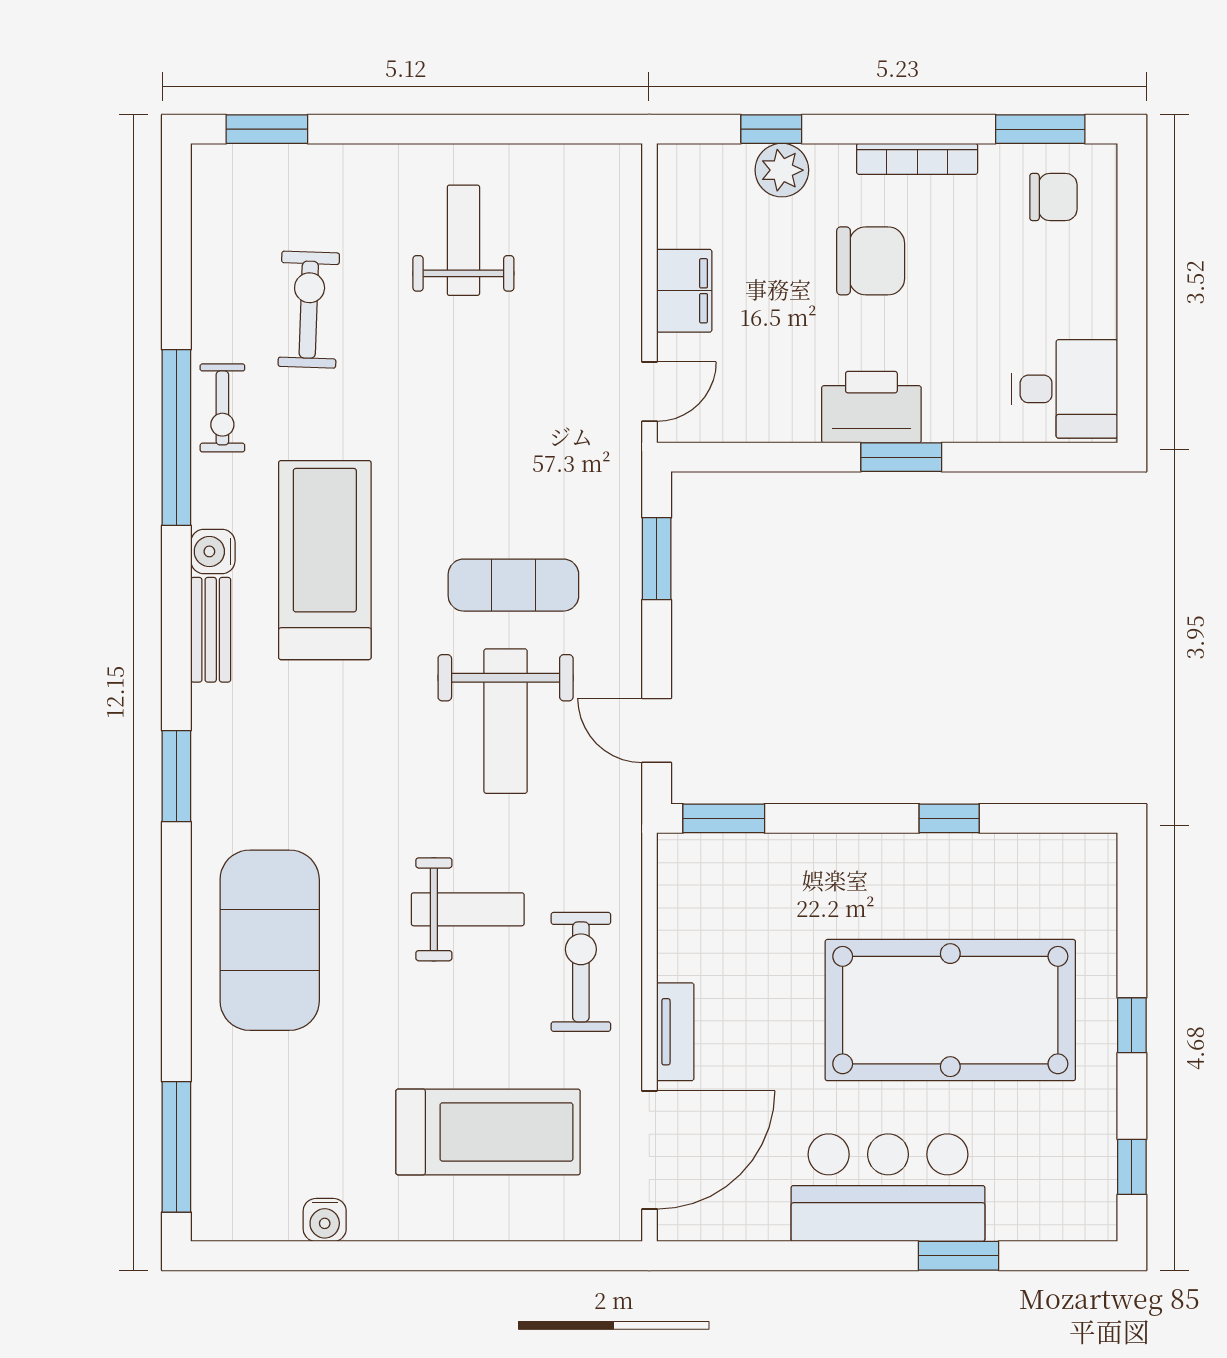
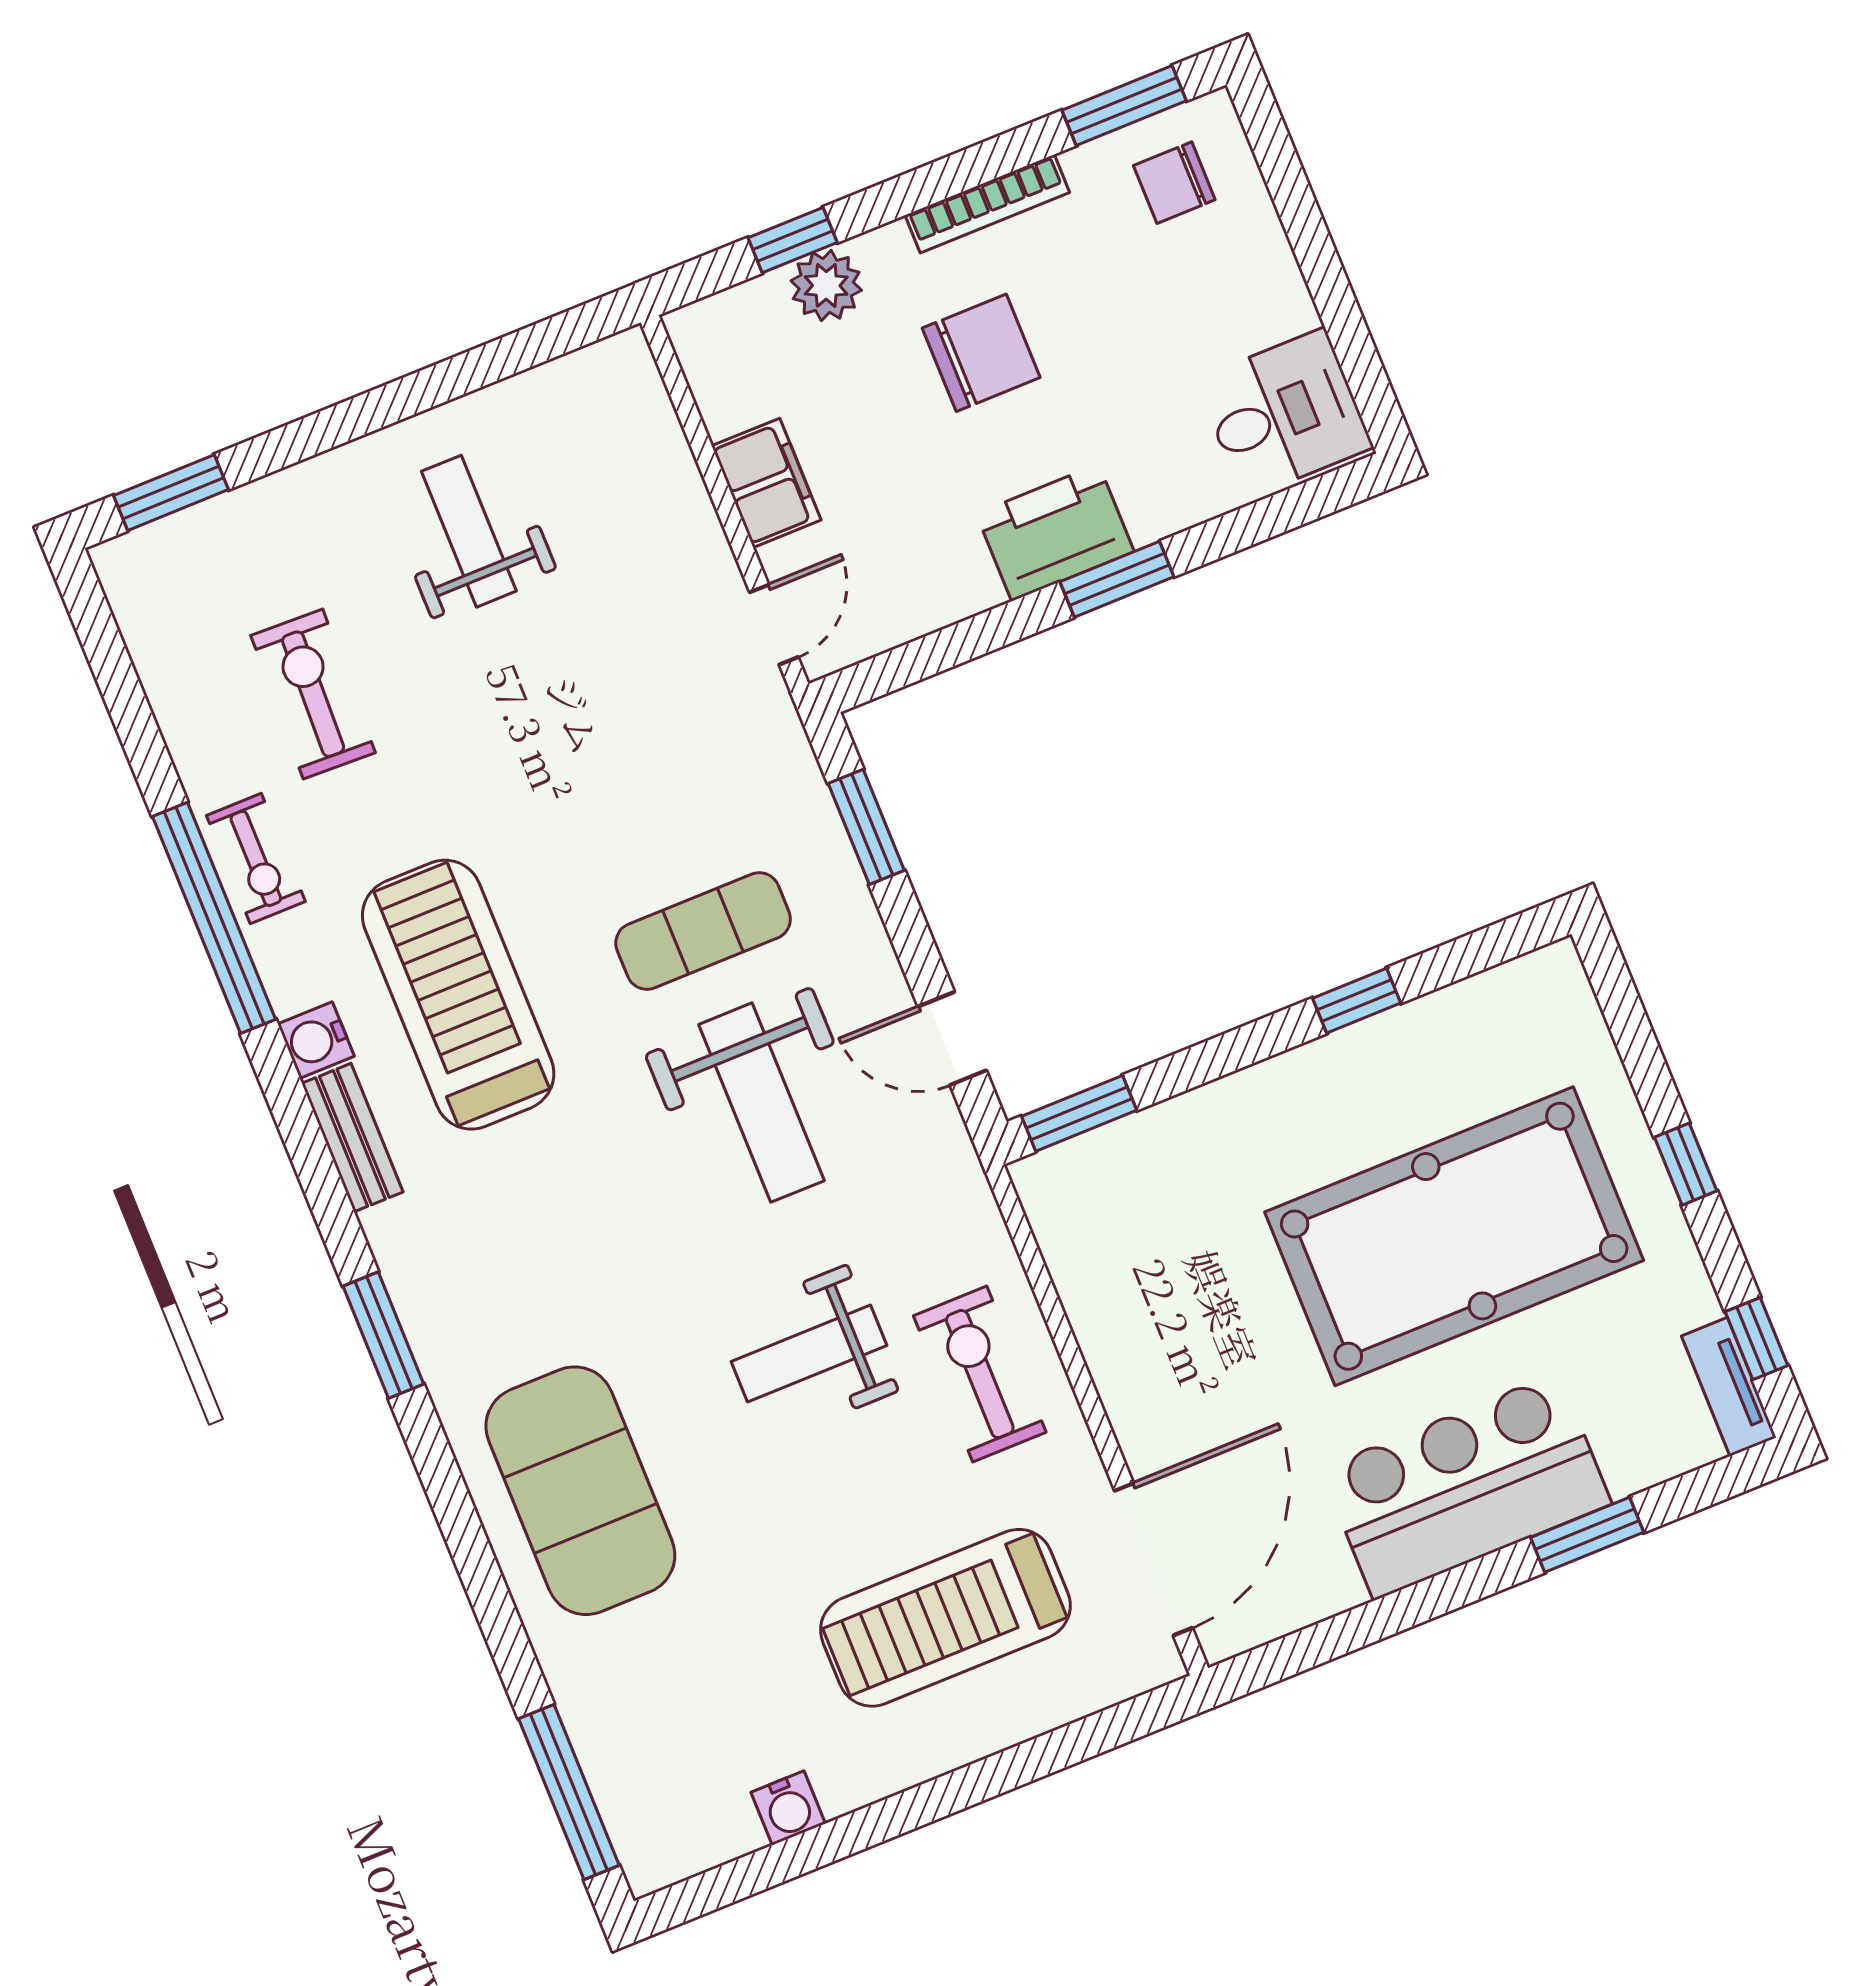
chair: (1053, 197) -> (1174, 183), turned 180
weight bench: (468, 909) -> (809, 1353), turned 180
tv unit: (675, 1032) -> (1729, 1387), moved, turned 180
treadmill: (488, 1132) -> (945, 1618), turned 180

